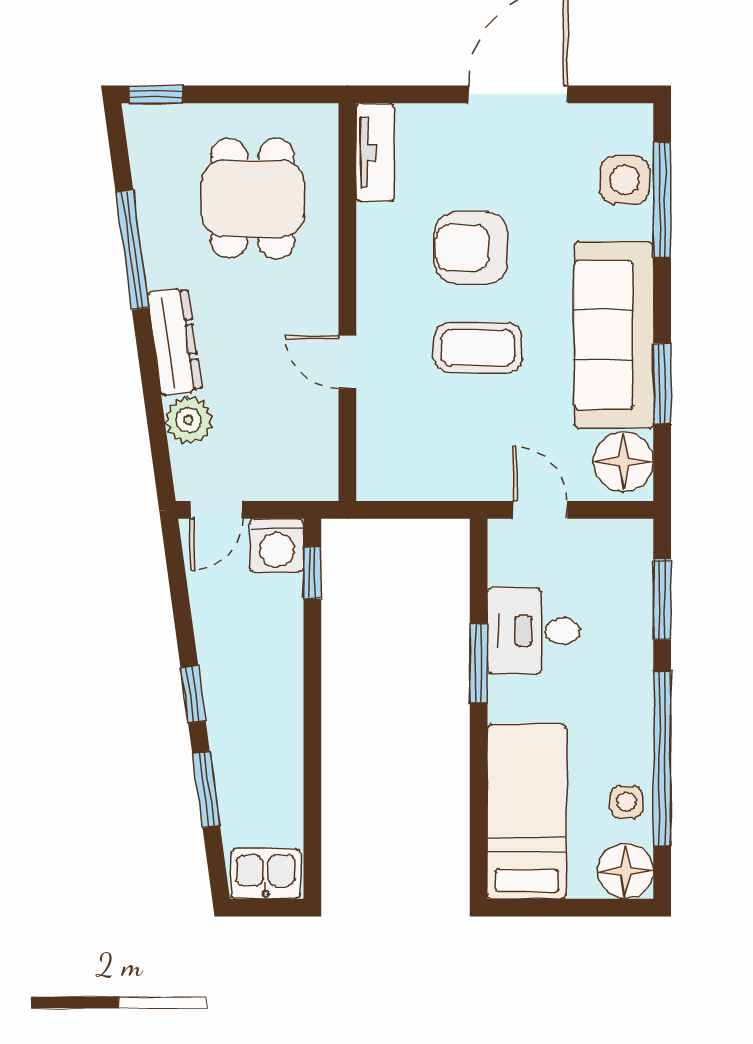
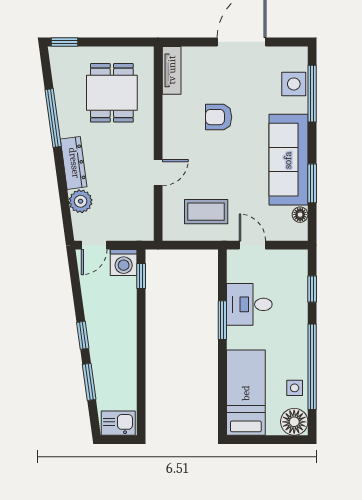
armchair: (471, 248) -> (219, 117), width x0.72, depth x0.72
coffee table: (478, 348) -> (206, 212), moved
door: (347, 362) -> (158, 173), swing flipped
floor lamp: (623, 462) -> (300, 215), width x0.53, depth x0.53
window: (662, 600) -> (312, 289), width x0.67

